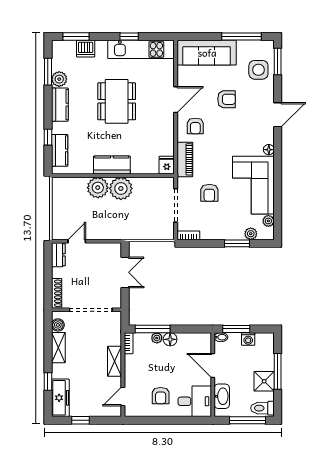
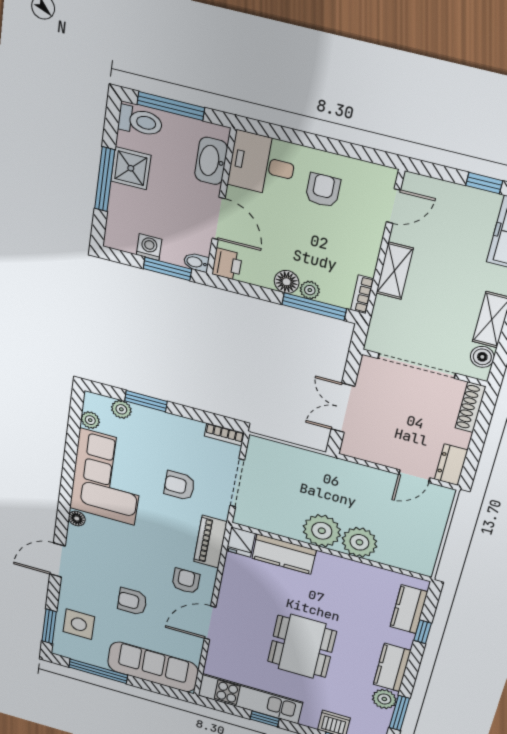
kitchen counter: (112, 165) -> (284, 554), moved
armchair: (209, 193) -> (179, 486), turned -90
printer: (204, 341) -> (227, 264), added

